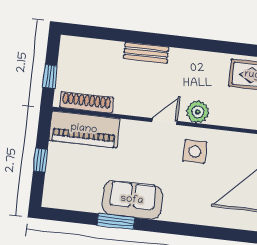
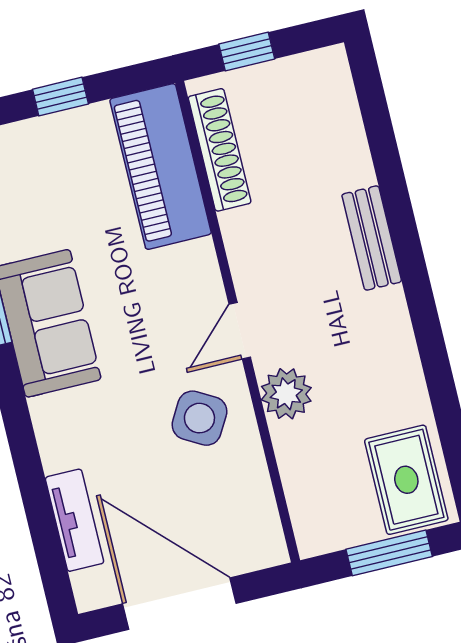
door: (165, 122) -> (240, 331), swing flipped
side table: (195, 151) -> (199, 418), turned 30
tv unit: (218, 219) -> (74, 520), added

